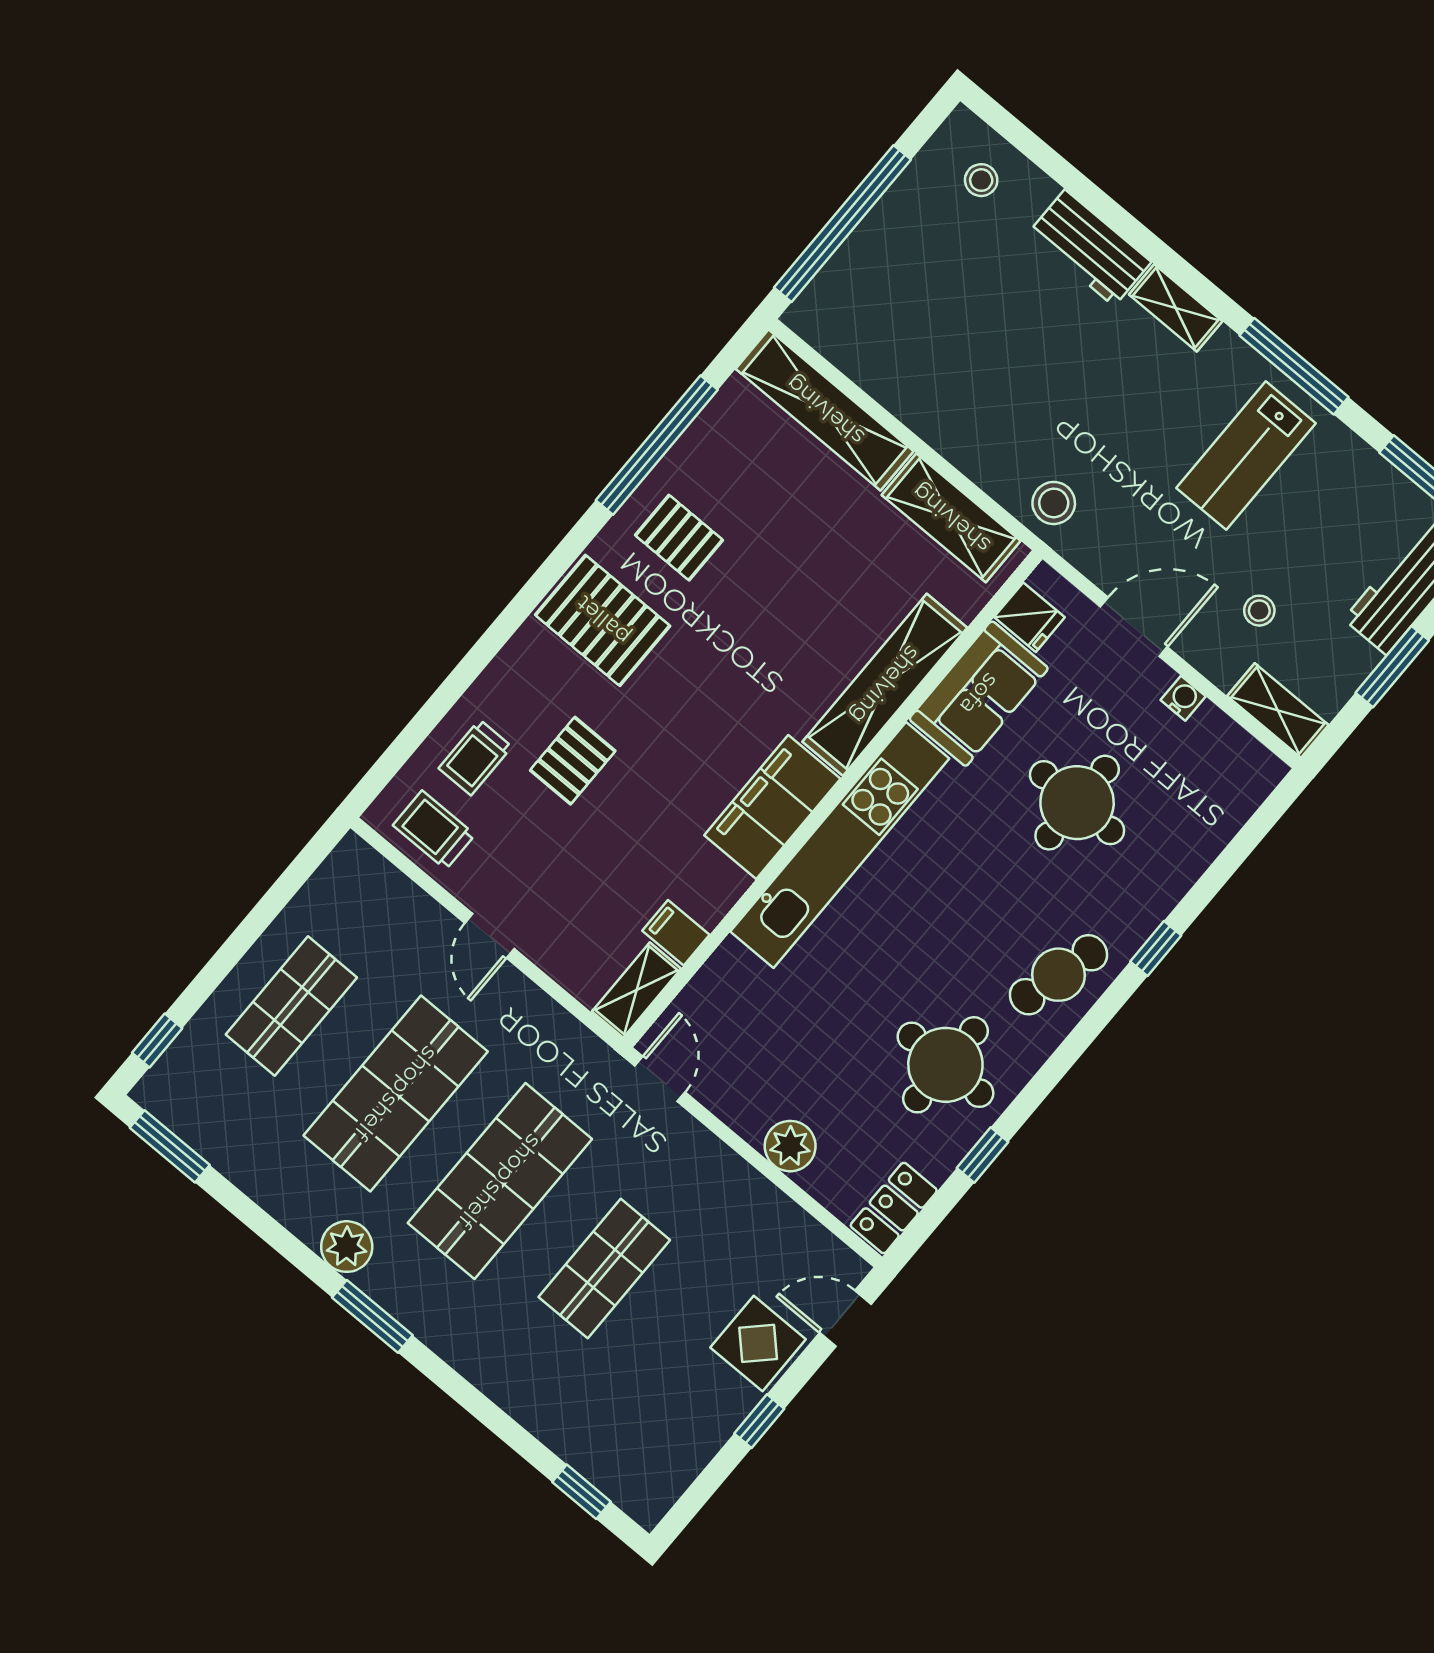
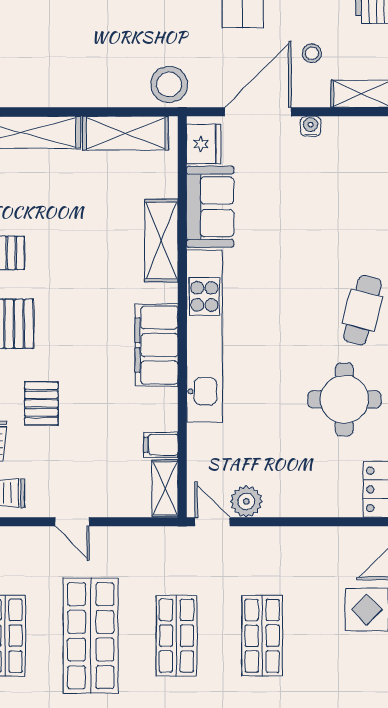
stool: (1054, 503) -> (169, 85), width x1.38, depth x1.38
fridge: (1029, 617) -> (204, 144), width x1.38
door: (1134, 627) -> (258, 112), width x1.36
shelving: (885, 685) -> (161, 241), width x0.68
round table: (1077, 803) -> (302, 220), removed
plant: (790, 1146) -> (246, 501), moved
shop shelf: (500, 1181) -> (176, 636), width x0.70, depth x0.74

